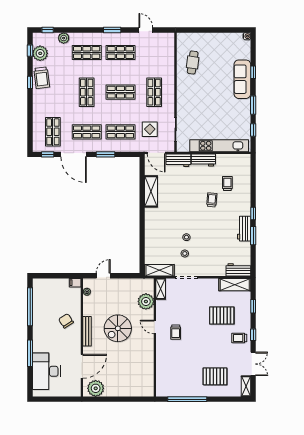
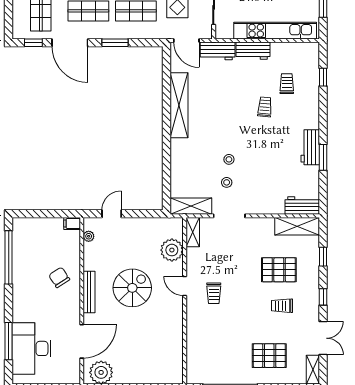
shelving: (151, 191) -> (179, 105), width x1.47
window: (253, 213) -> (323, 77), moved
spiral stairs: (118, 328) -> (132, 288), turned 180
trolley: (239, 338) -> (282, 306), moved
window: (30, 353) -> (9, 341), moved

